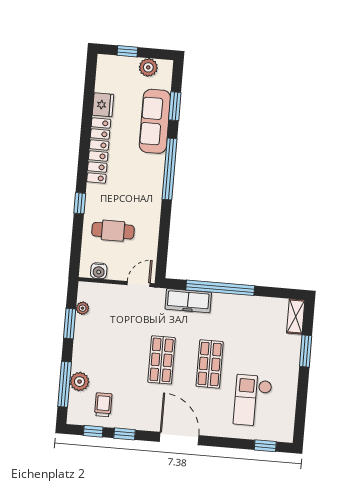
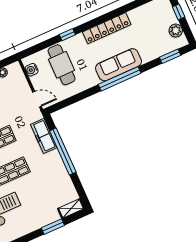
fridge: (103, 105) -> (137, 15), removed
window: (175, 106) -> (170, 56), moved
sofa: (155, 121) -> (119, 65), moved
cafe table: (113, 231) -> (62, 65), width x1.37, depth x1.35

